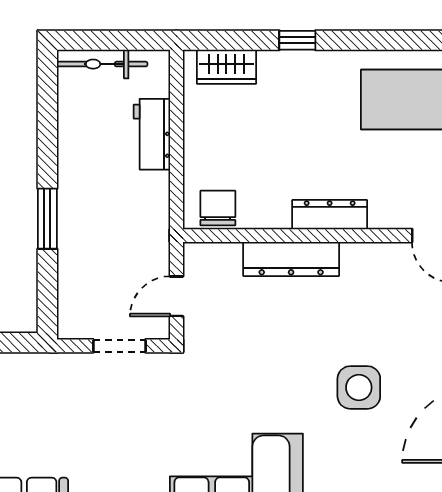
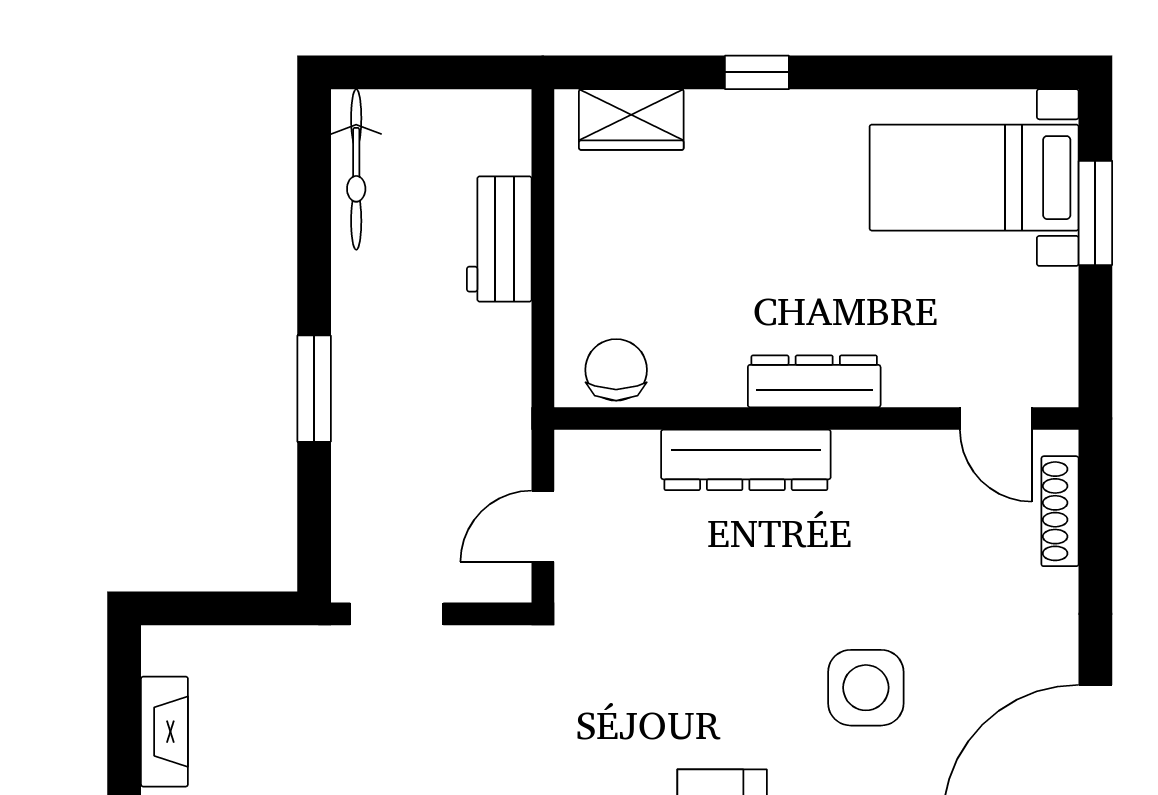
bicycle: (102, 64) -> (356, 170), moved, turned -90
doorway: (119, 346) -> (397, 614), moved

